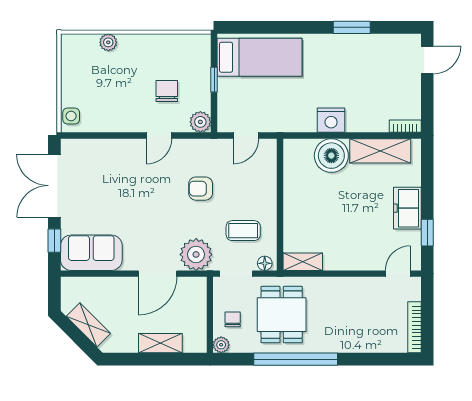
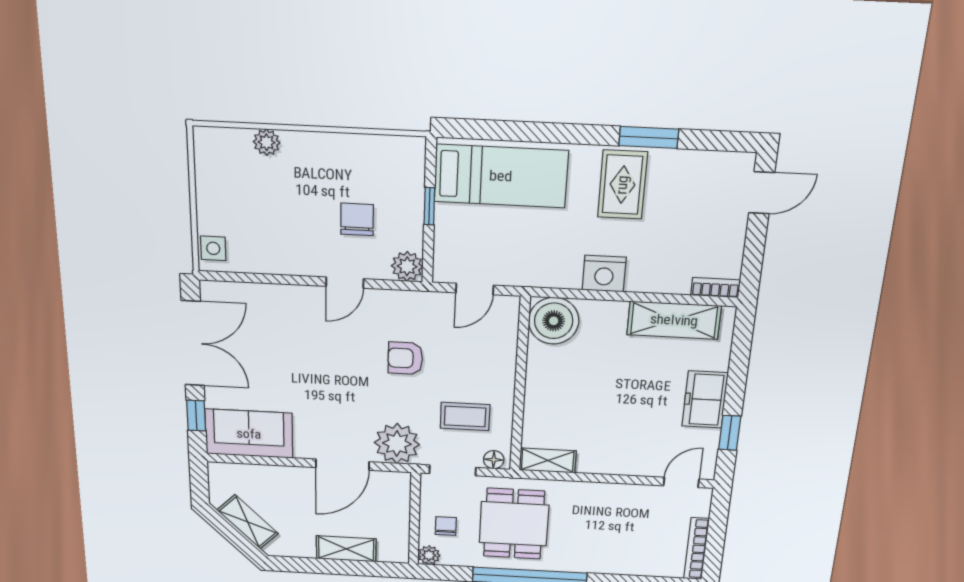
rug: (338, 59) -> (622, 185), added
boiler: (331, 156) -> (554, 321), moved
double door: (54, 186) -> (193, 343), swing flipped

